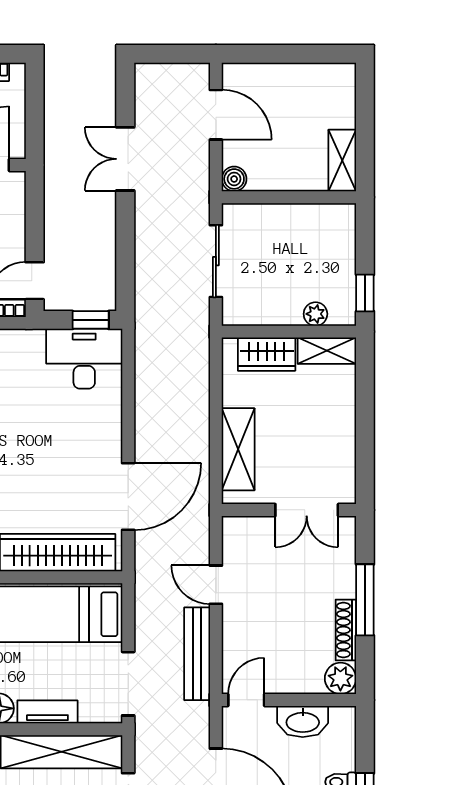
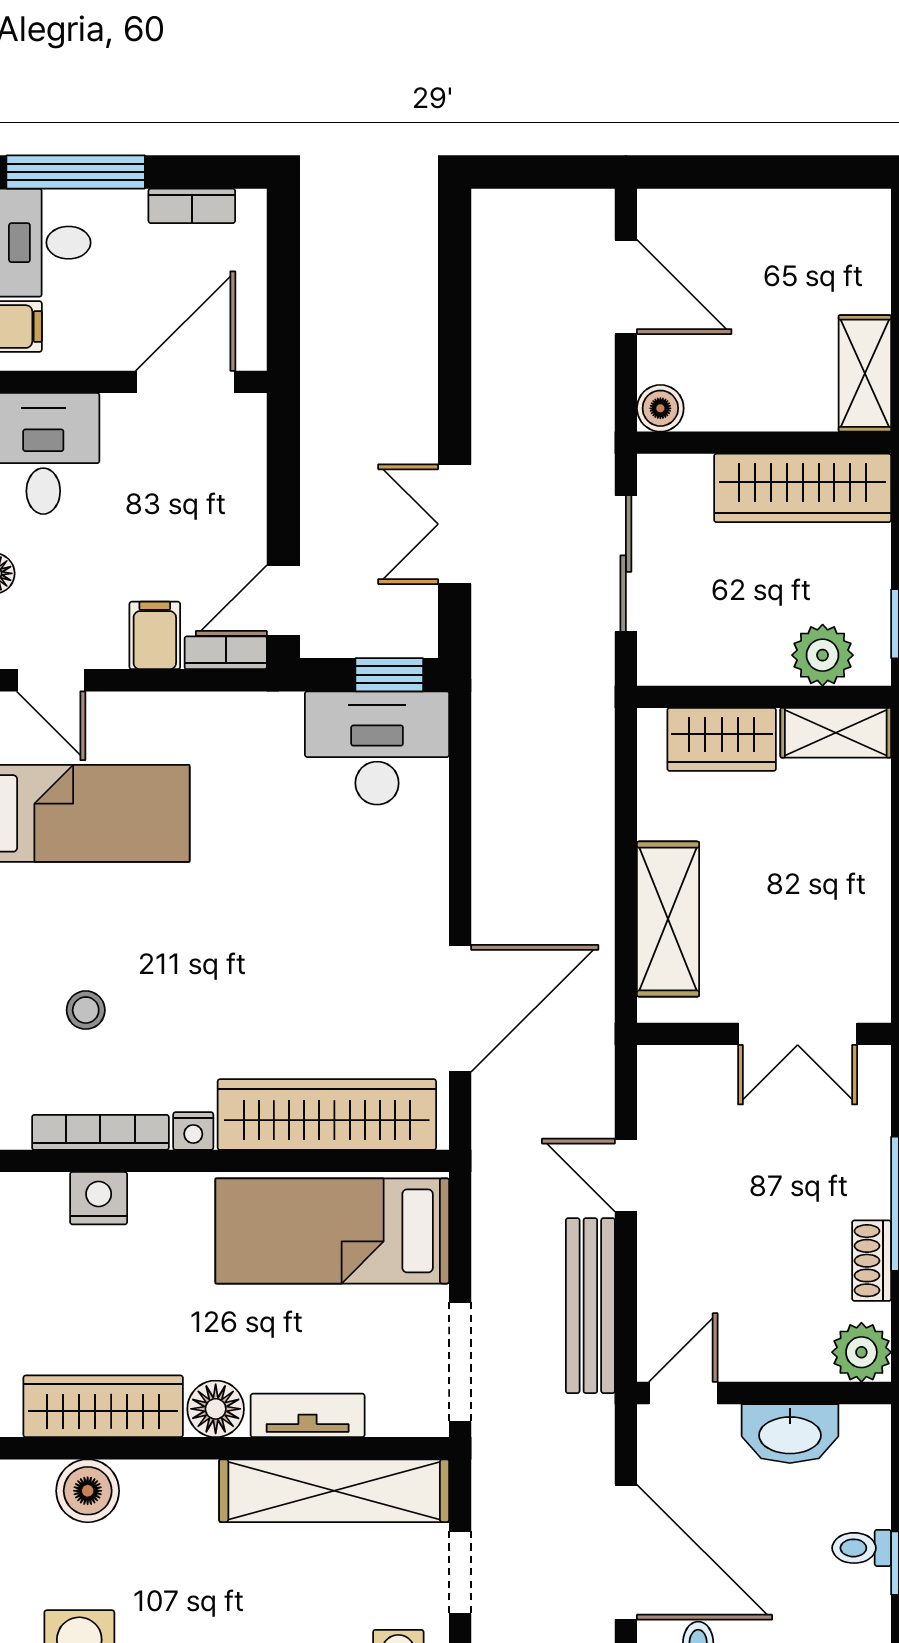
double door: (125, 159) -> (455, 524), moved
wardrobe: (309, 221) -> (803, 488), added
plant: (315, 314) -> (823, 655), width x1.38, depth x1.38
shoe rack: (346, 630) -> (872, 1261), width x0.70

